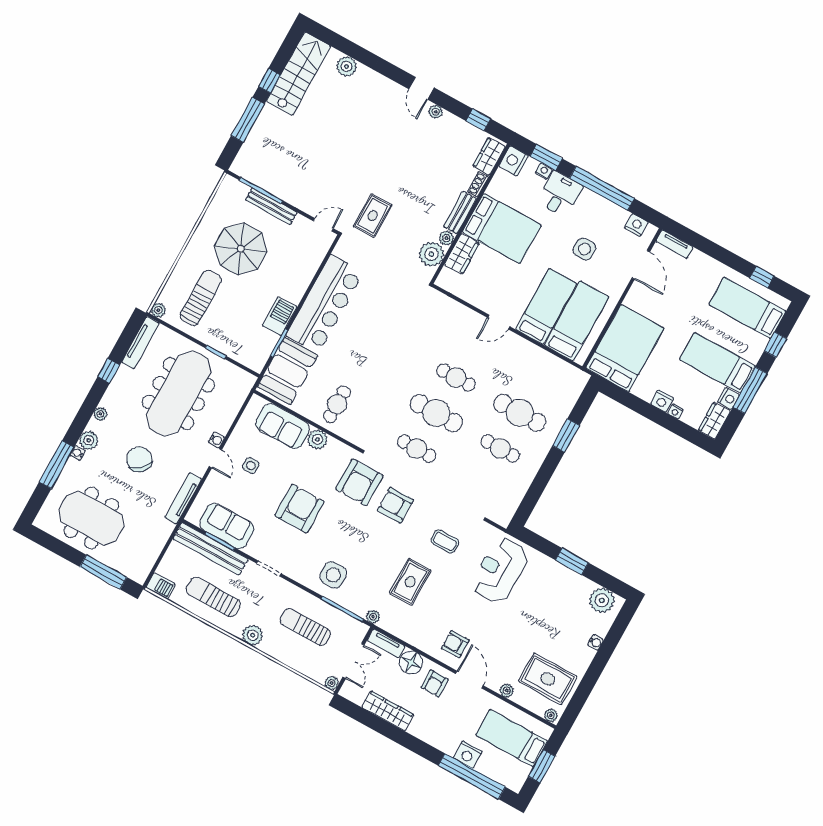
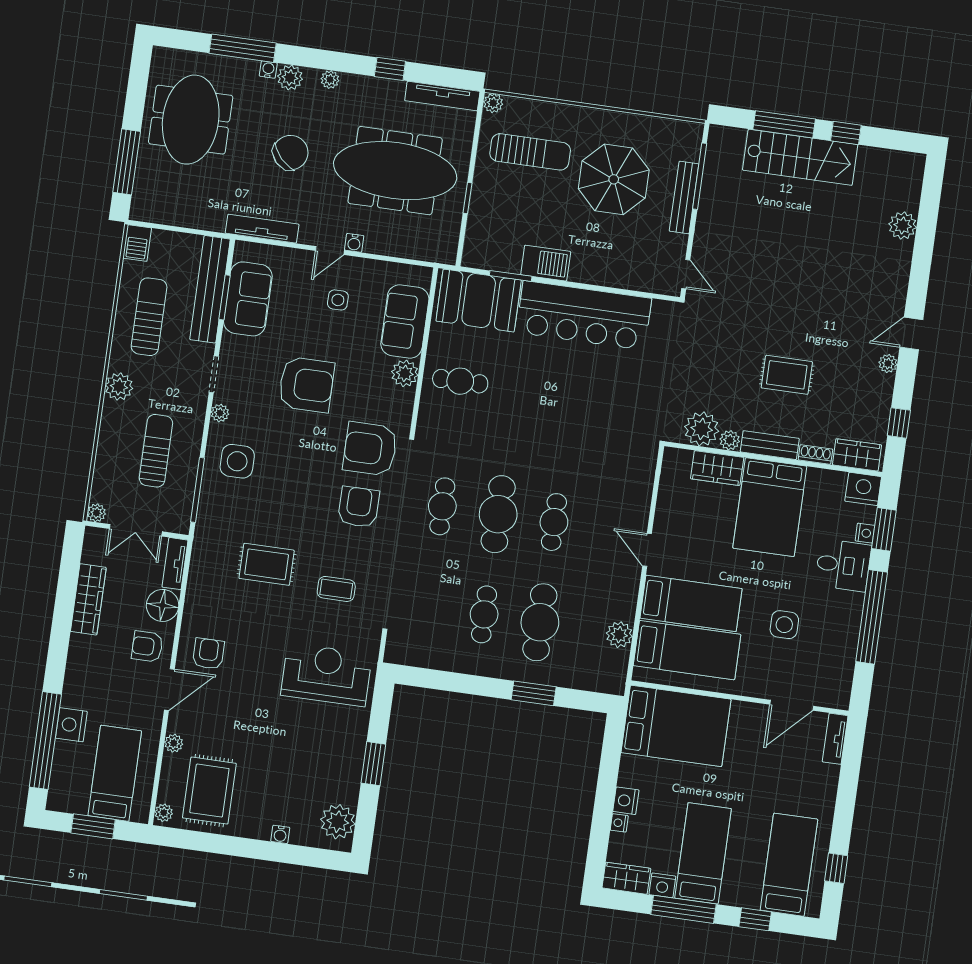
stairs: (299, 74) -> (800, 157), moved
rug: (373, 216) -> (787, 375), moved
nightstand: (636, 225) -> (841, 680), removed
plant: (549, 363) -> (619, 635), added
coffee table: (445, 541) -> (336, 589), turned 90
plant: (373, 617) -> (220, 413), moved

